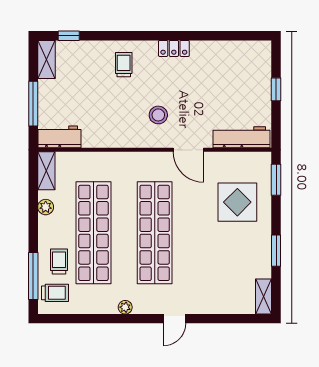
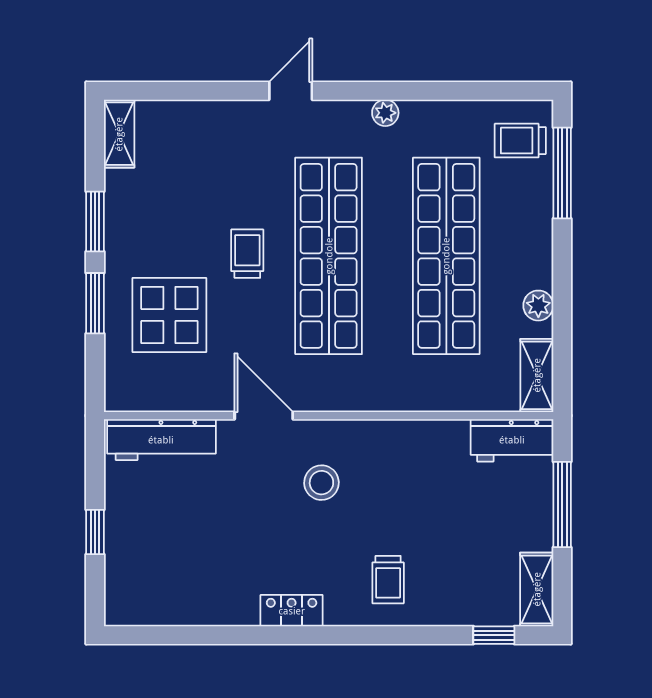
window: (276, 180) -> (95, 303), moved
trolley: (59, 261) -> (247, 254), moved, turned 180

